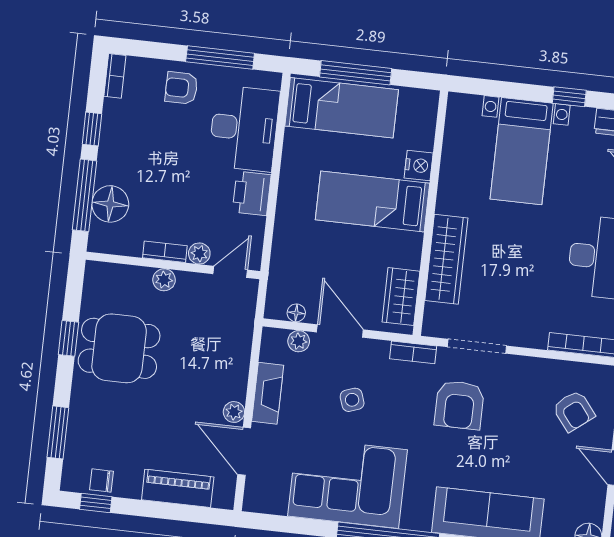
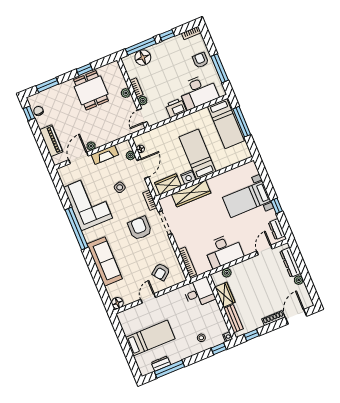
nightstand: (419, 165) -> (188, 177), moved
door: (230, 272) -> (142, 116), swing flipped
armchair: (459, 405) -> (140, 228), turned 90

